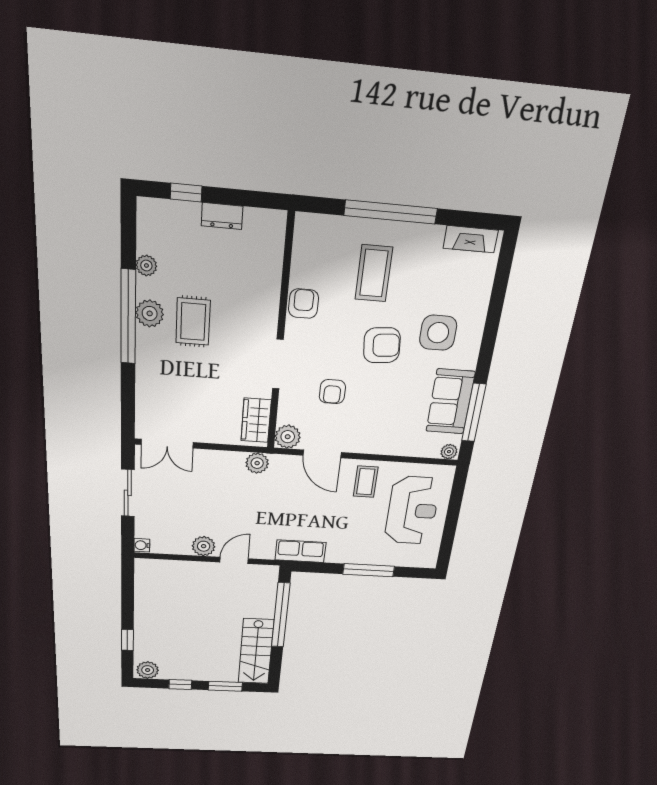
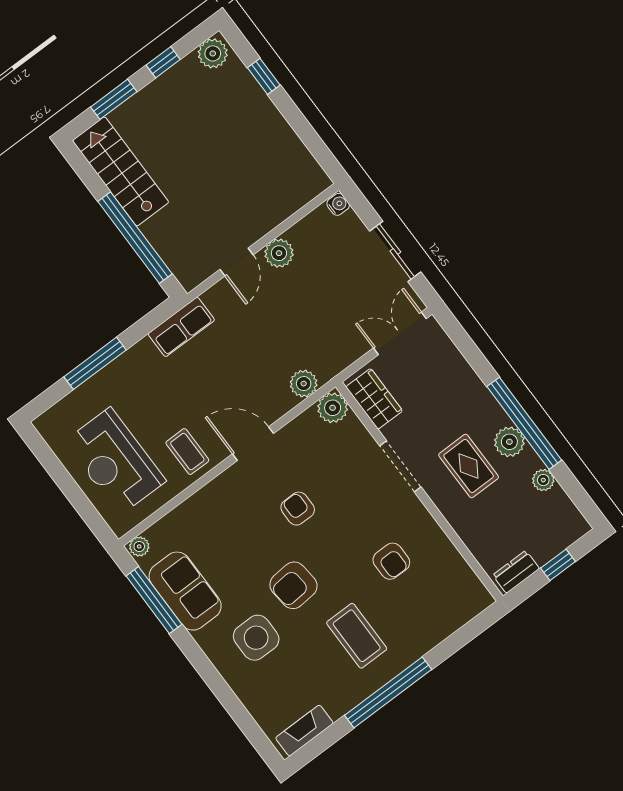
wall: (280, 337) -> (419, 491), moved
doorway: (278, 364) -> (400, 466), moved
wardrobe: (256, 420) -> (374, 399), moved
plant: (288, 437) -> (333, 408), moved

